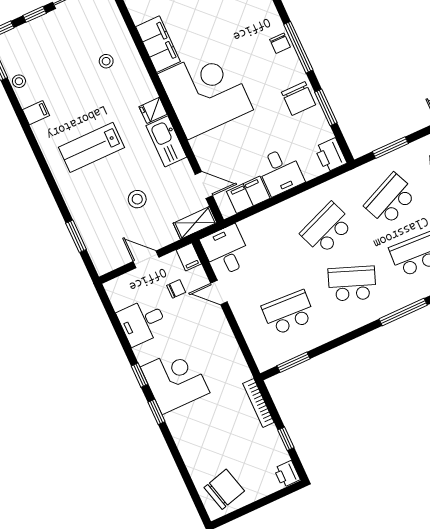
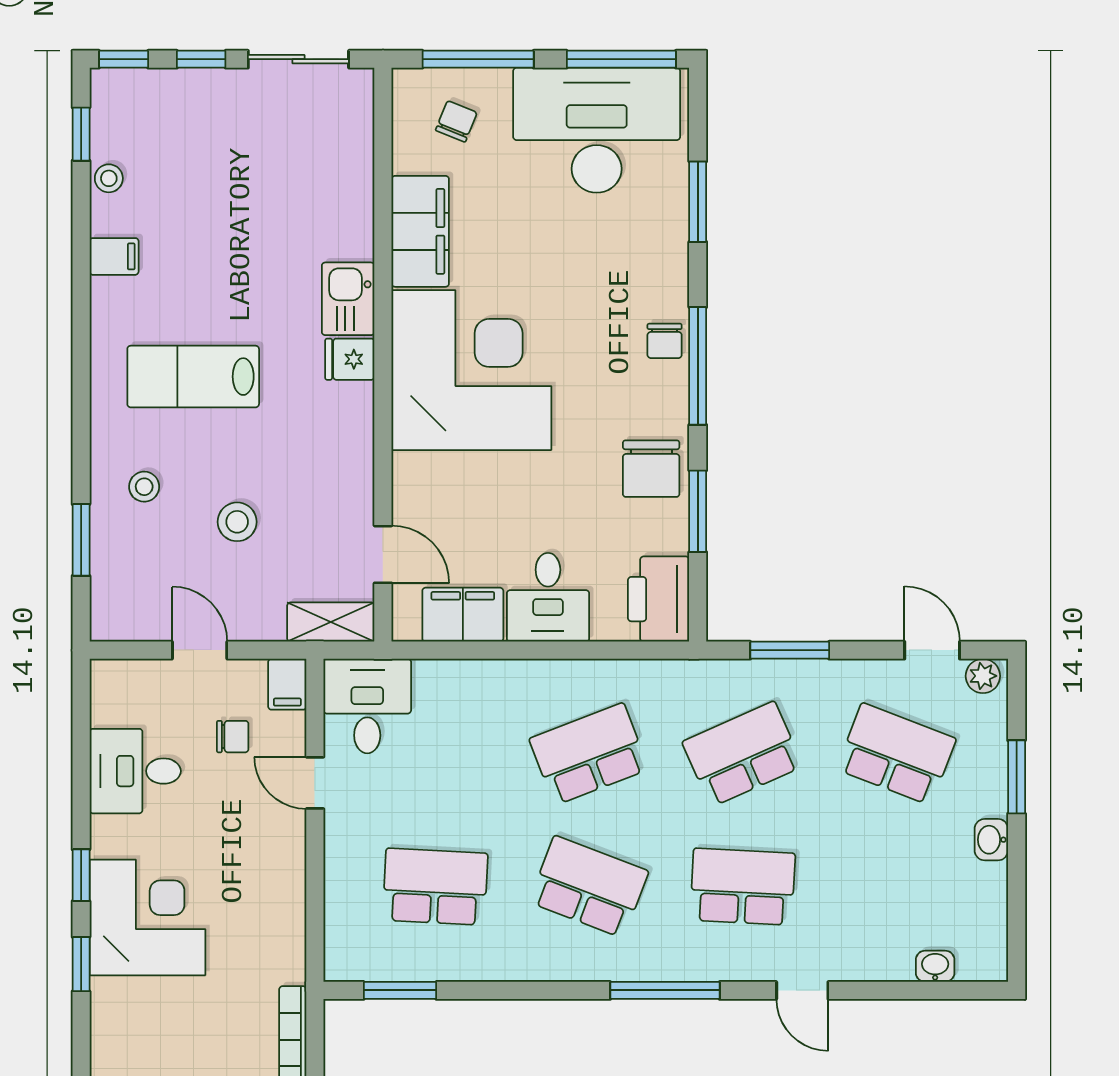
stool: (106, 61) -> (144, 487), moved
kitchen sink: (166, 141) -> (348, 299), moved, width x0.73
printer: (331, 155) -> (658, 599), width x1.37, depth x1.19

